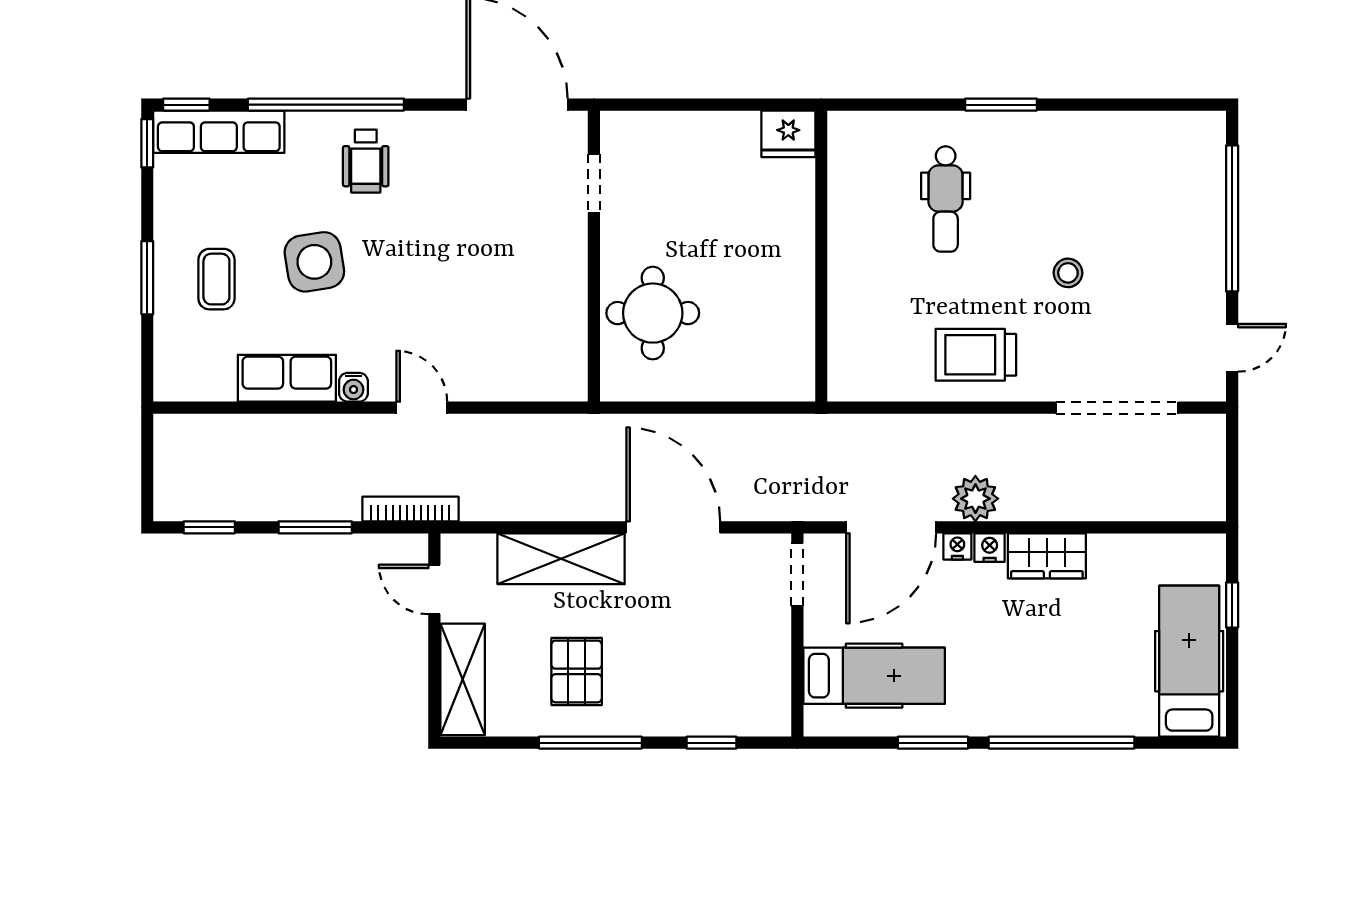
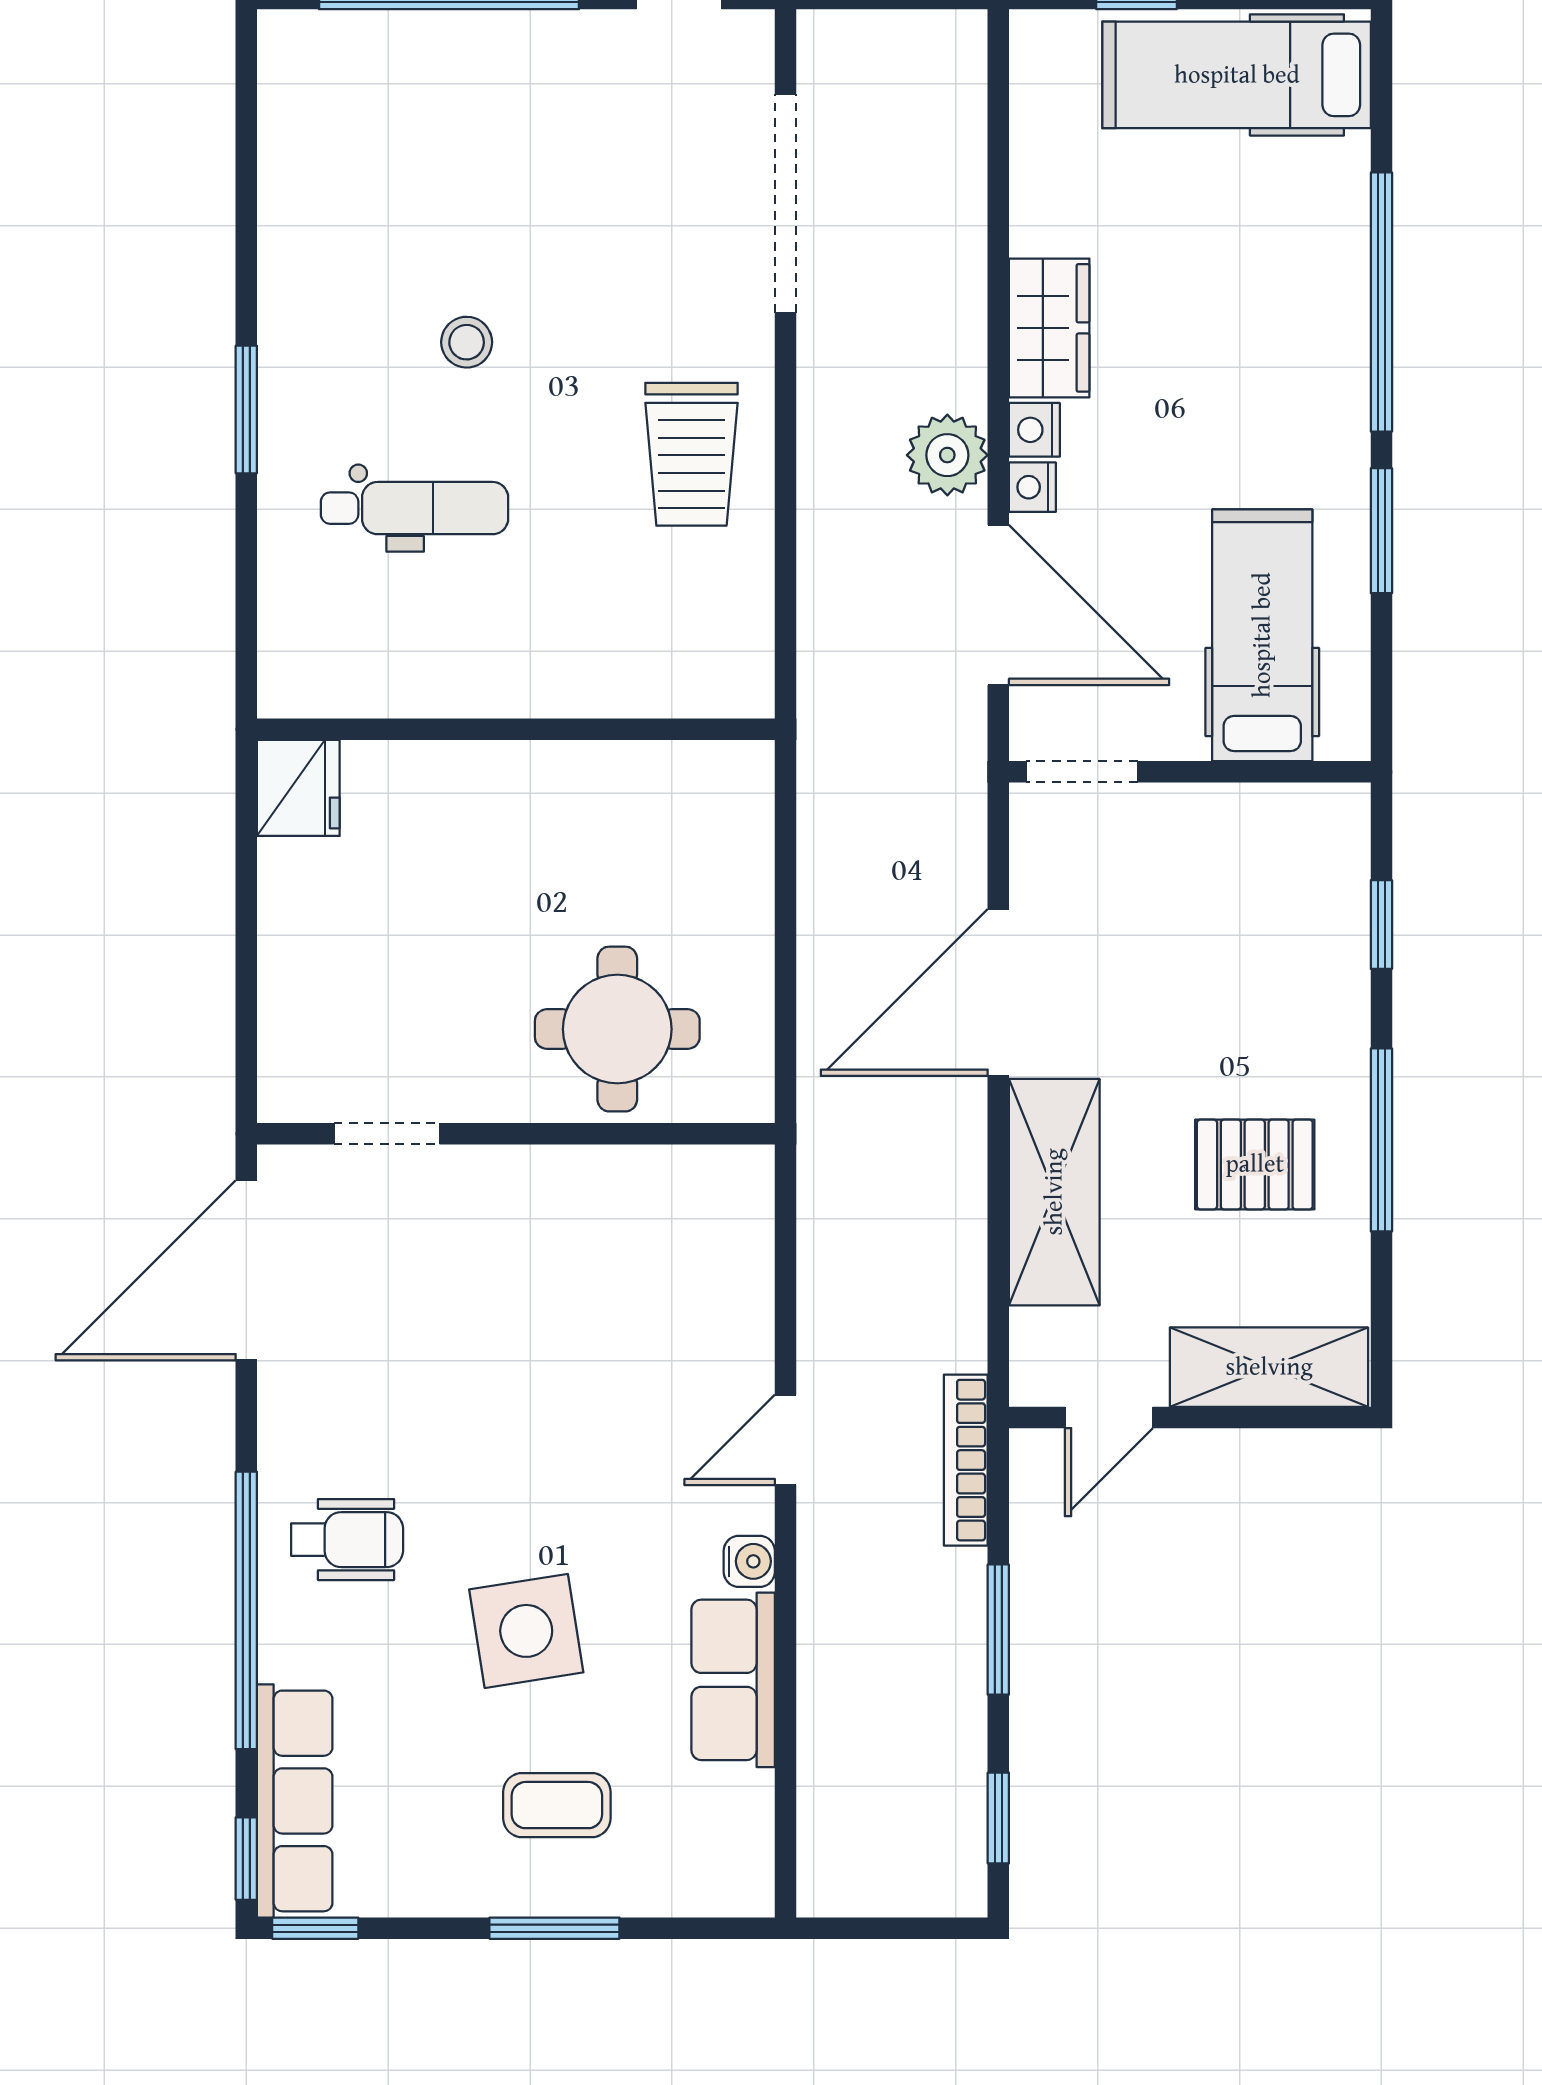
stool: (1068, 273) -> (467, 342), moved

